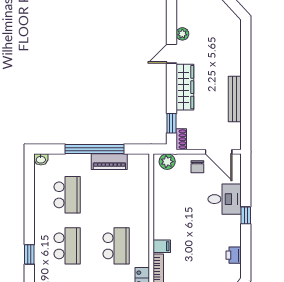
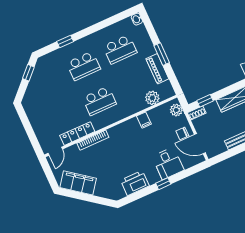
window: (95, 149) -> (162, 54), width x0.47
door: (219, 152) -> (200, 144), hinge flipped
plant: (140, 183) -> (152, 98), added
filing cabinet: (162, 246) -> (144, 120), moved
printer: (234, 255) -> (135, 183), width x1.87, depth x1.48

